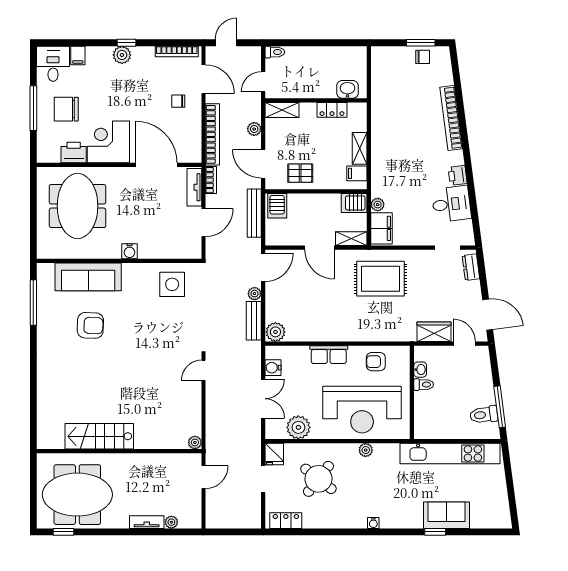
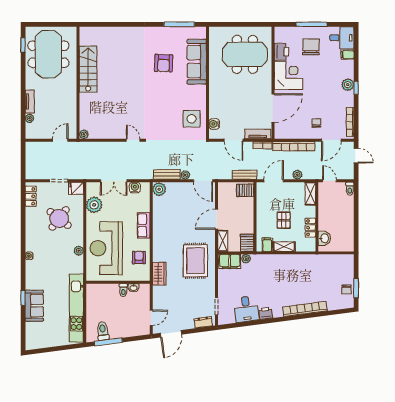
pallet: (300, 173) -> (284, 220), moved
bench: (254, 213) -> (244, 175), width x0.73
water cooler: (129, 251) -> (214, 124), moved
wardrobe: (434, 332) -> (159, 274), moved
door: (203, 477) -> (60, 140), swing flipped

